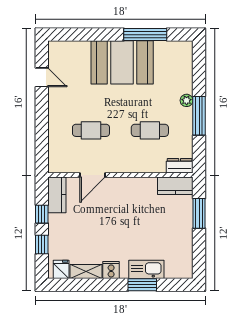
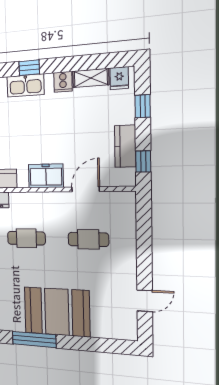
door: (42, 77) -> (145, 301), swing flipped
freezer: (129, 188) -> (46, 176), added
kitchen counter: (57, 195) -> (125, 146), moved
window: (42, 214) -> (143, 161), moved
window: (142, 285) -> (29, 68), width x0.67

